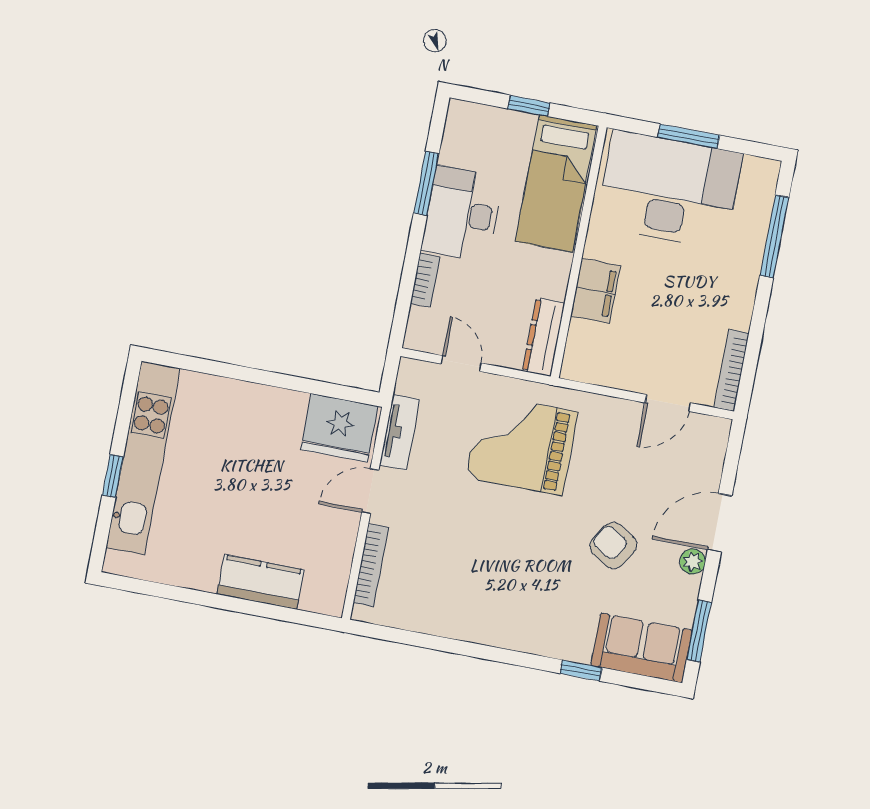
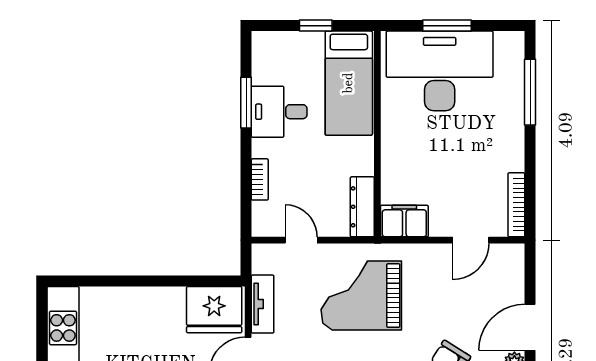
desk: (462, 214) -> (279, 112), width x0.73
filing cabinet: (595, 291) -> (404, 221), moved, turned -90

